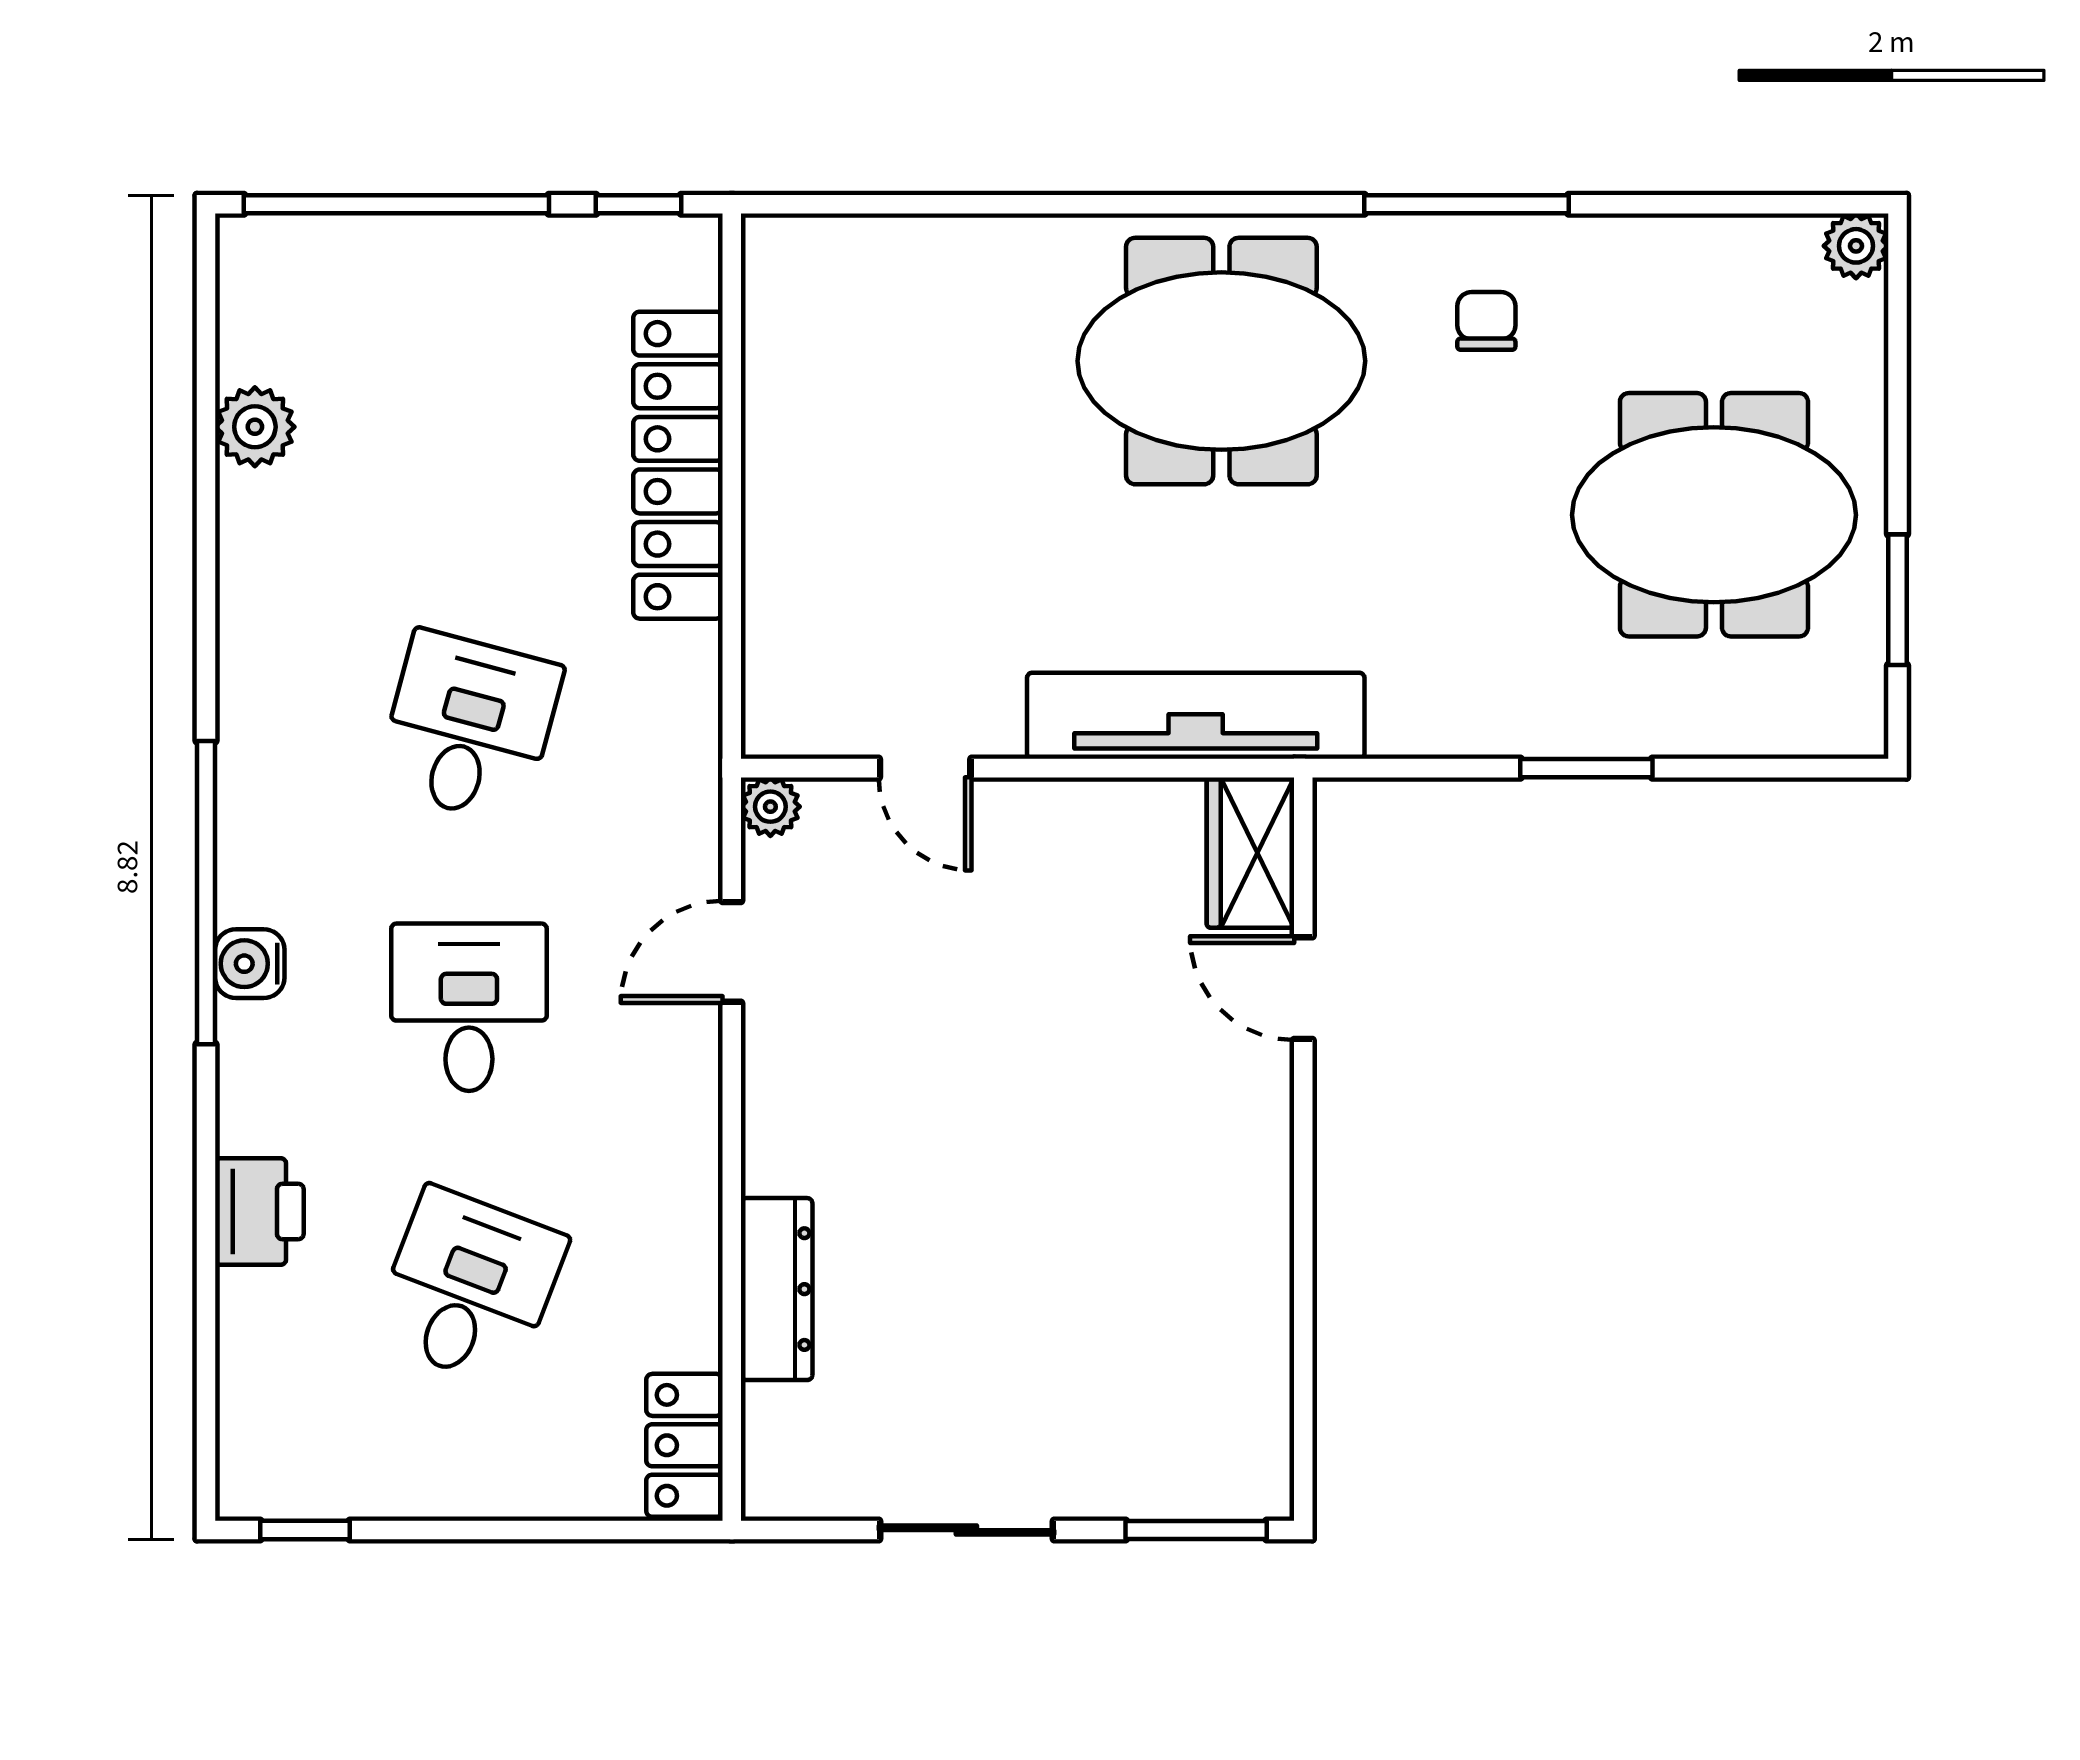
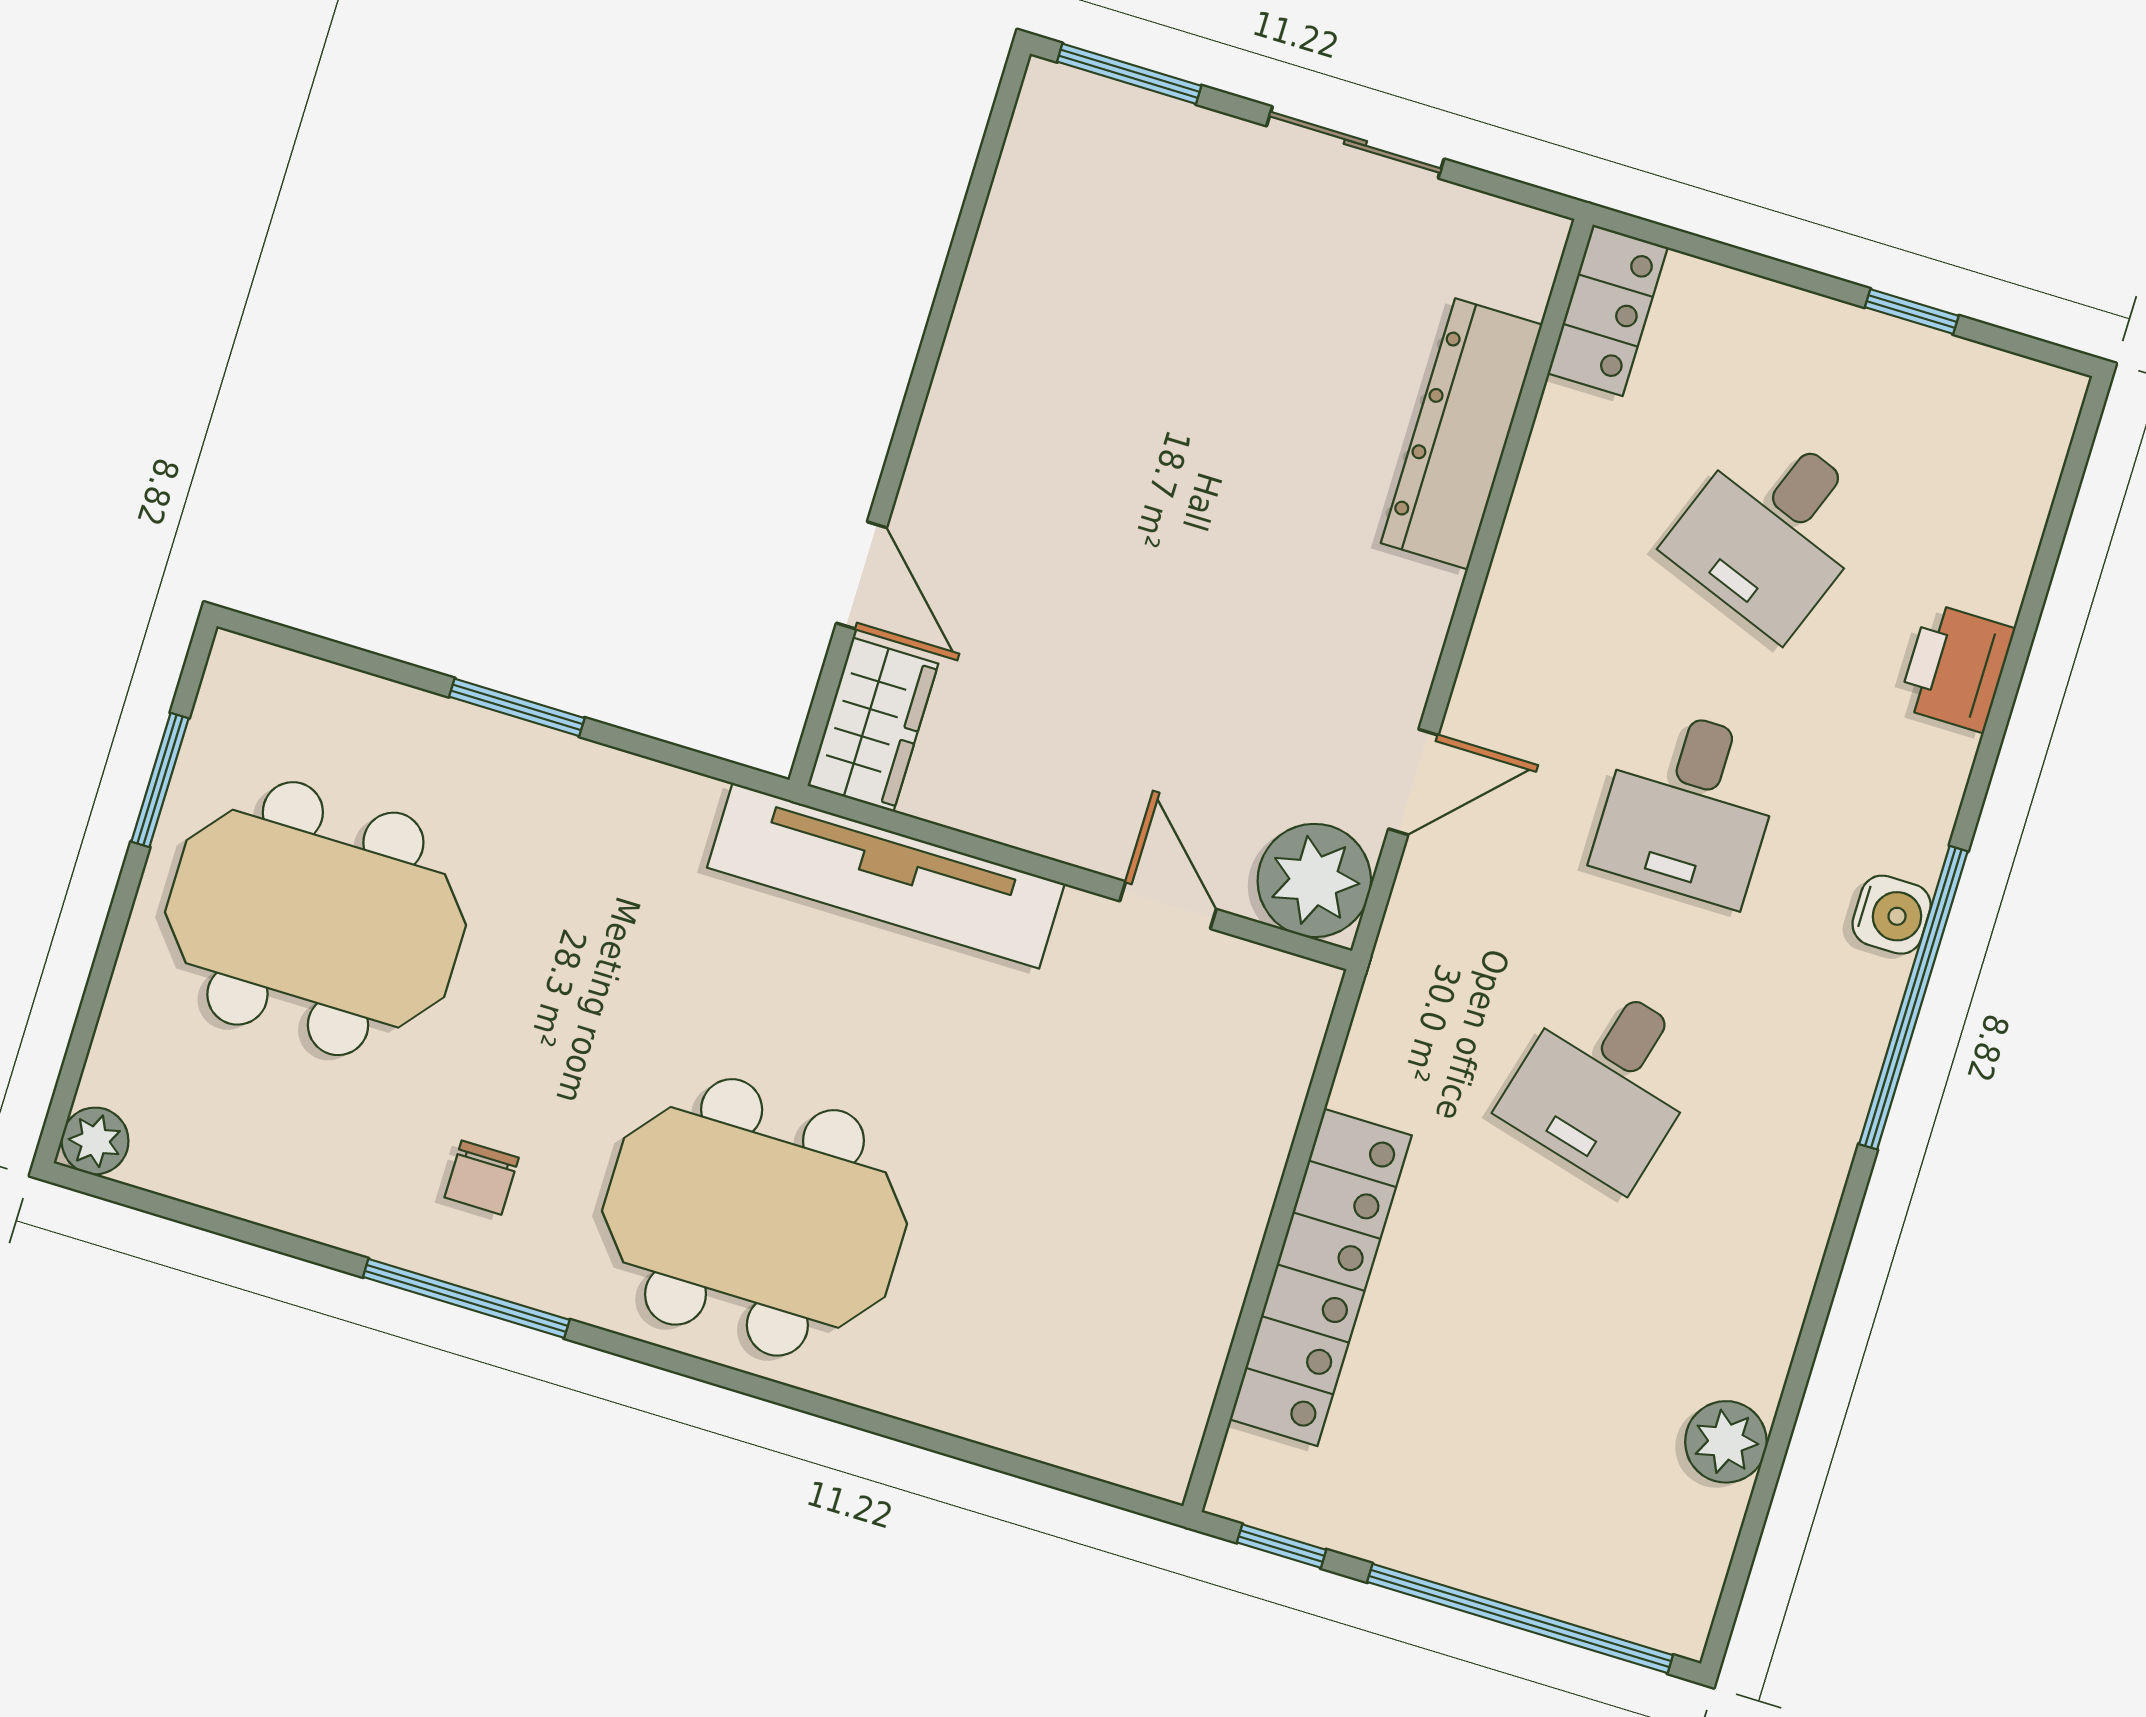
plant: (770, 807) -> (1314, 880), width x1.87, depth x1.87
dresser: (777, 1289) -> (1462, 434), width x1.37, depth x1.24
window: (305, 1530) -> (1912, 311), moved

